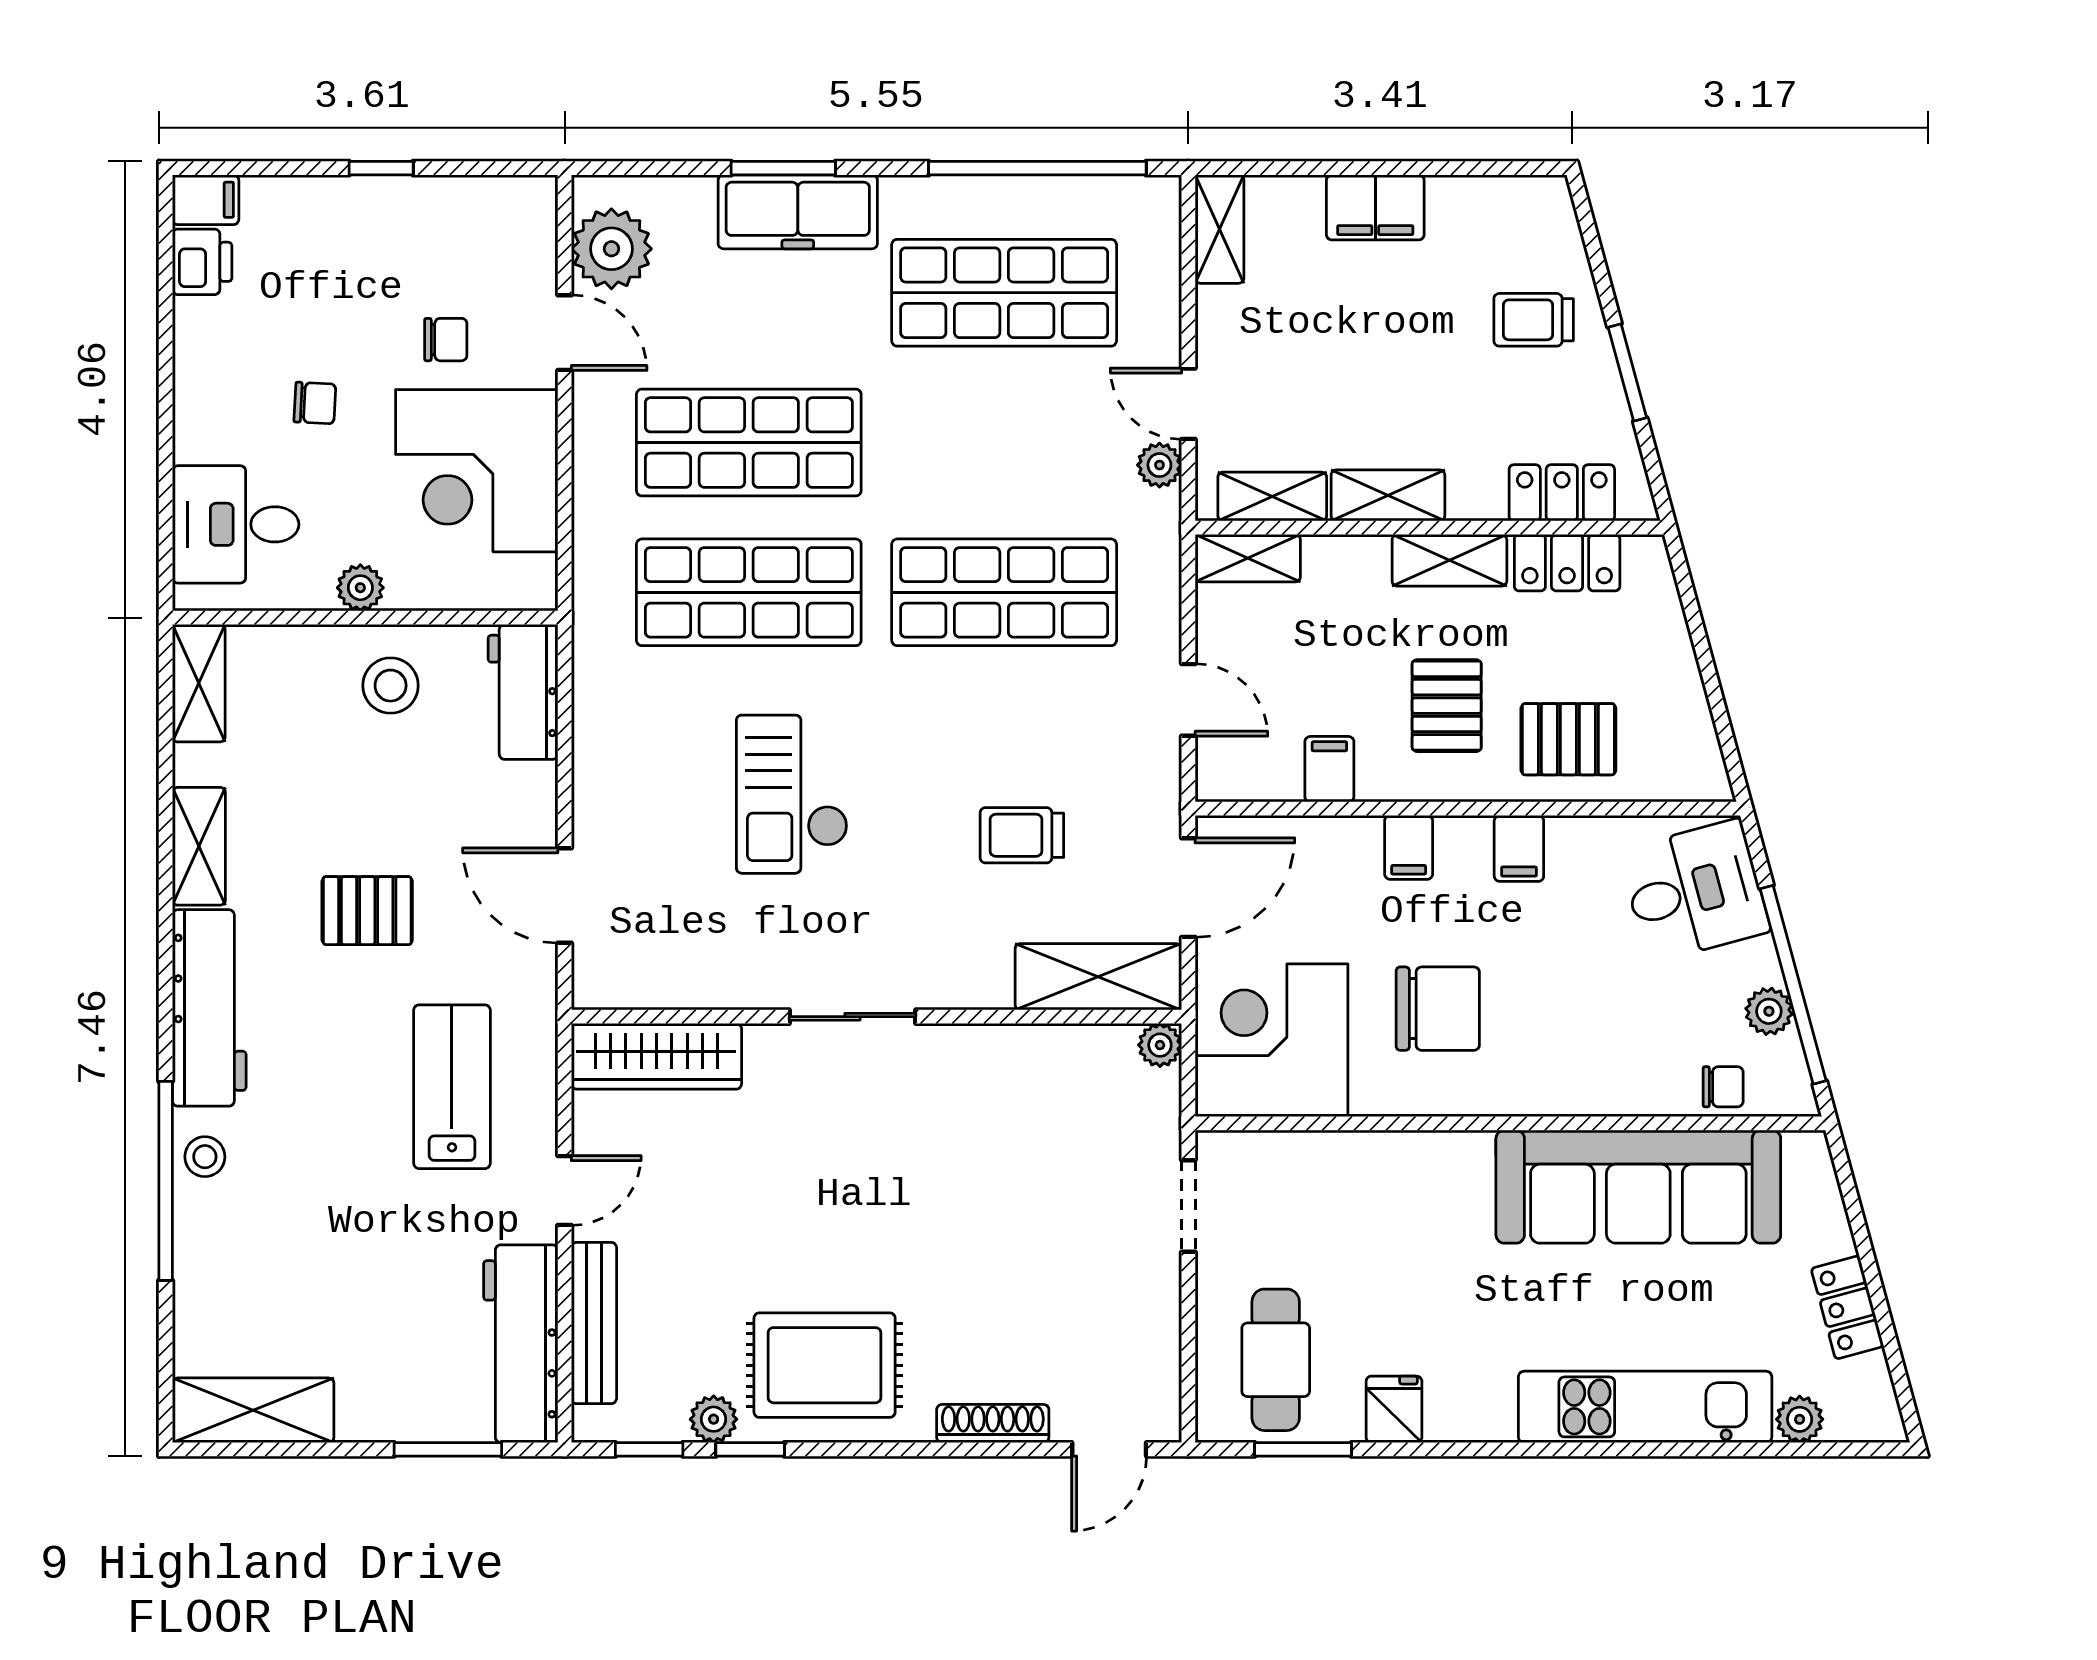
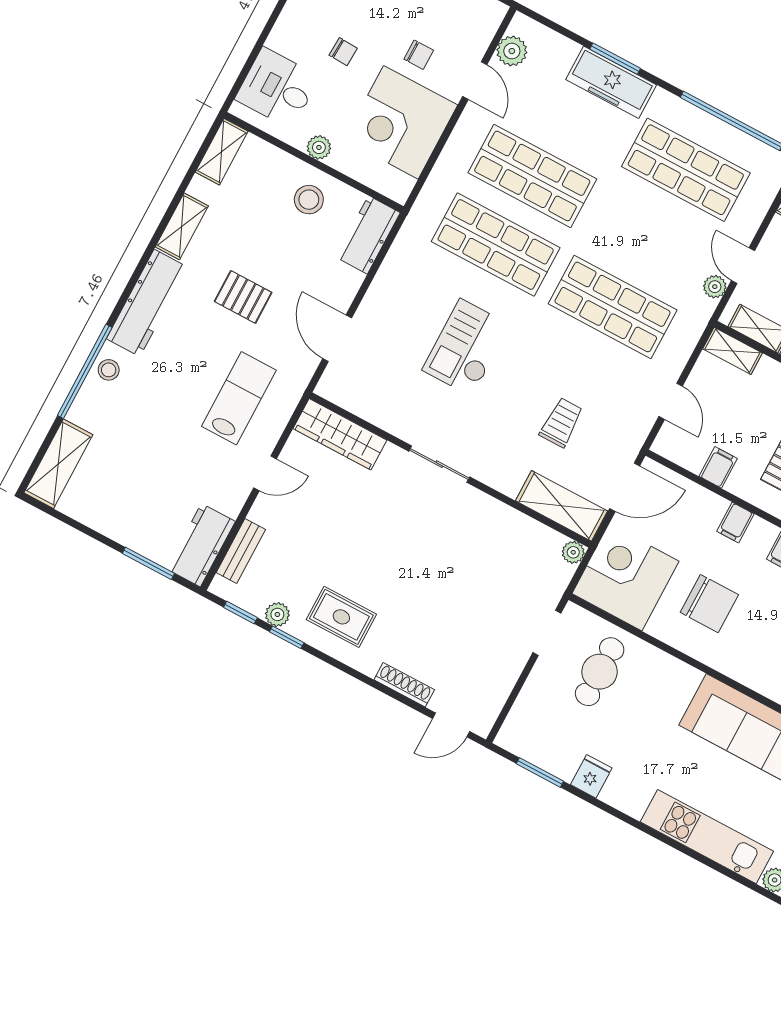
plant: (611, 249) -> (512, 51), width x0.73, depth x0.73
trolley: (1022, 835) -> (561, 423), turned 90
bench: (594, 1323) -> (241, 551), width x0.73
workbench: (521, 1344) -> (201, 545), width x0.73
cafe table: (1276, 1360) -> (600, 672), moved
rug: (825, 1365) -> (341, 617), width x0.73, depth x0.70
shelving: (253, 1410) -> (58, 464), moved, turned 90

